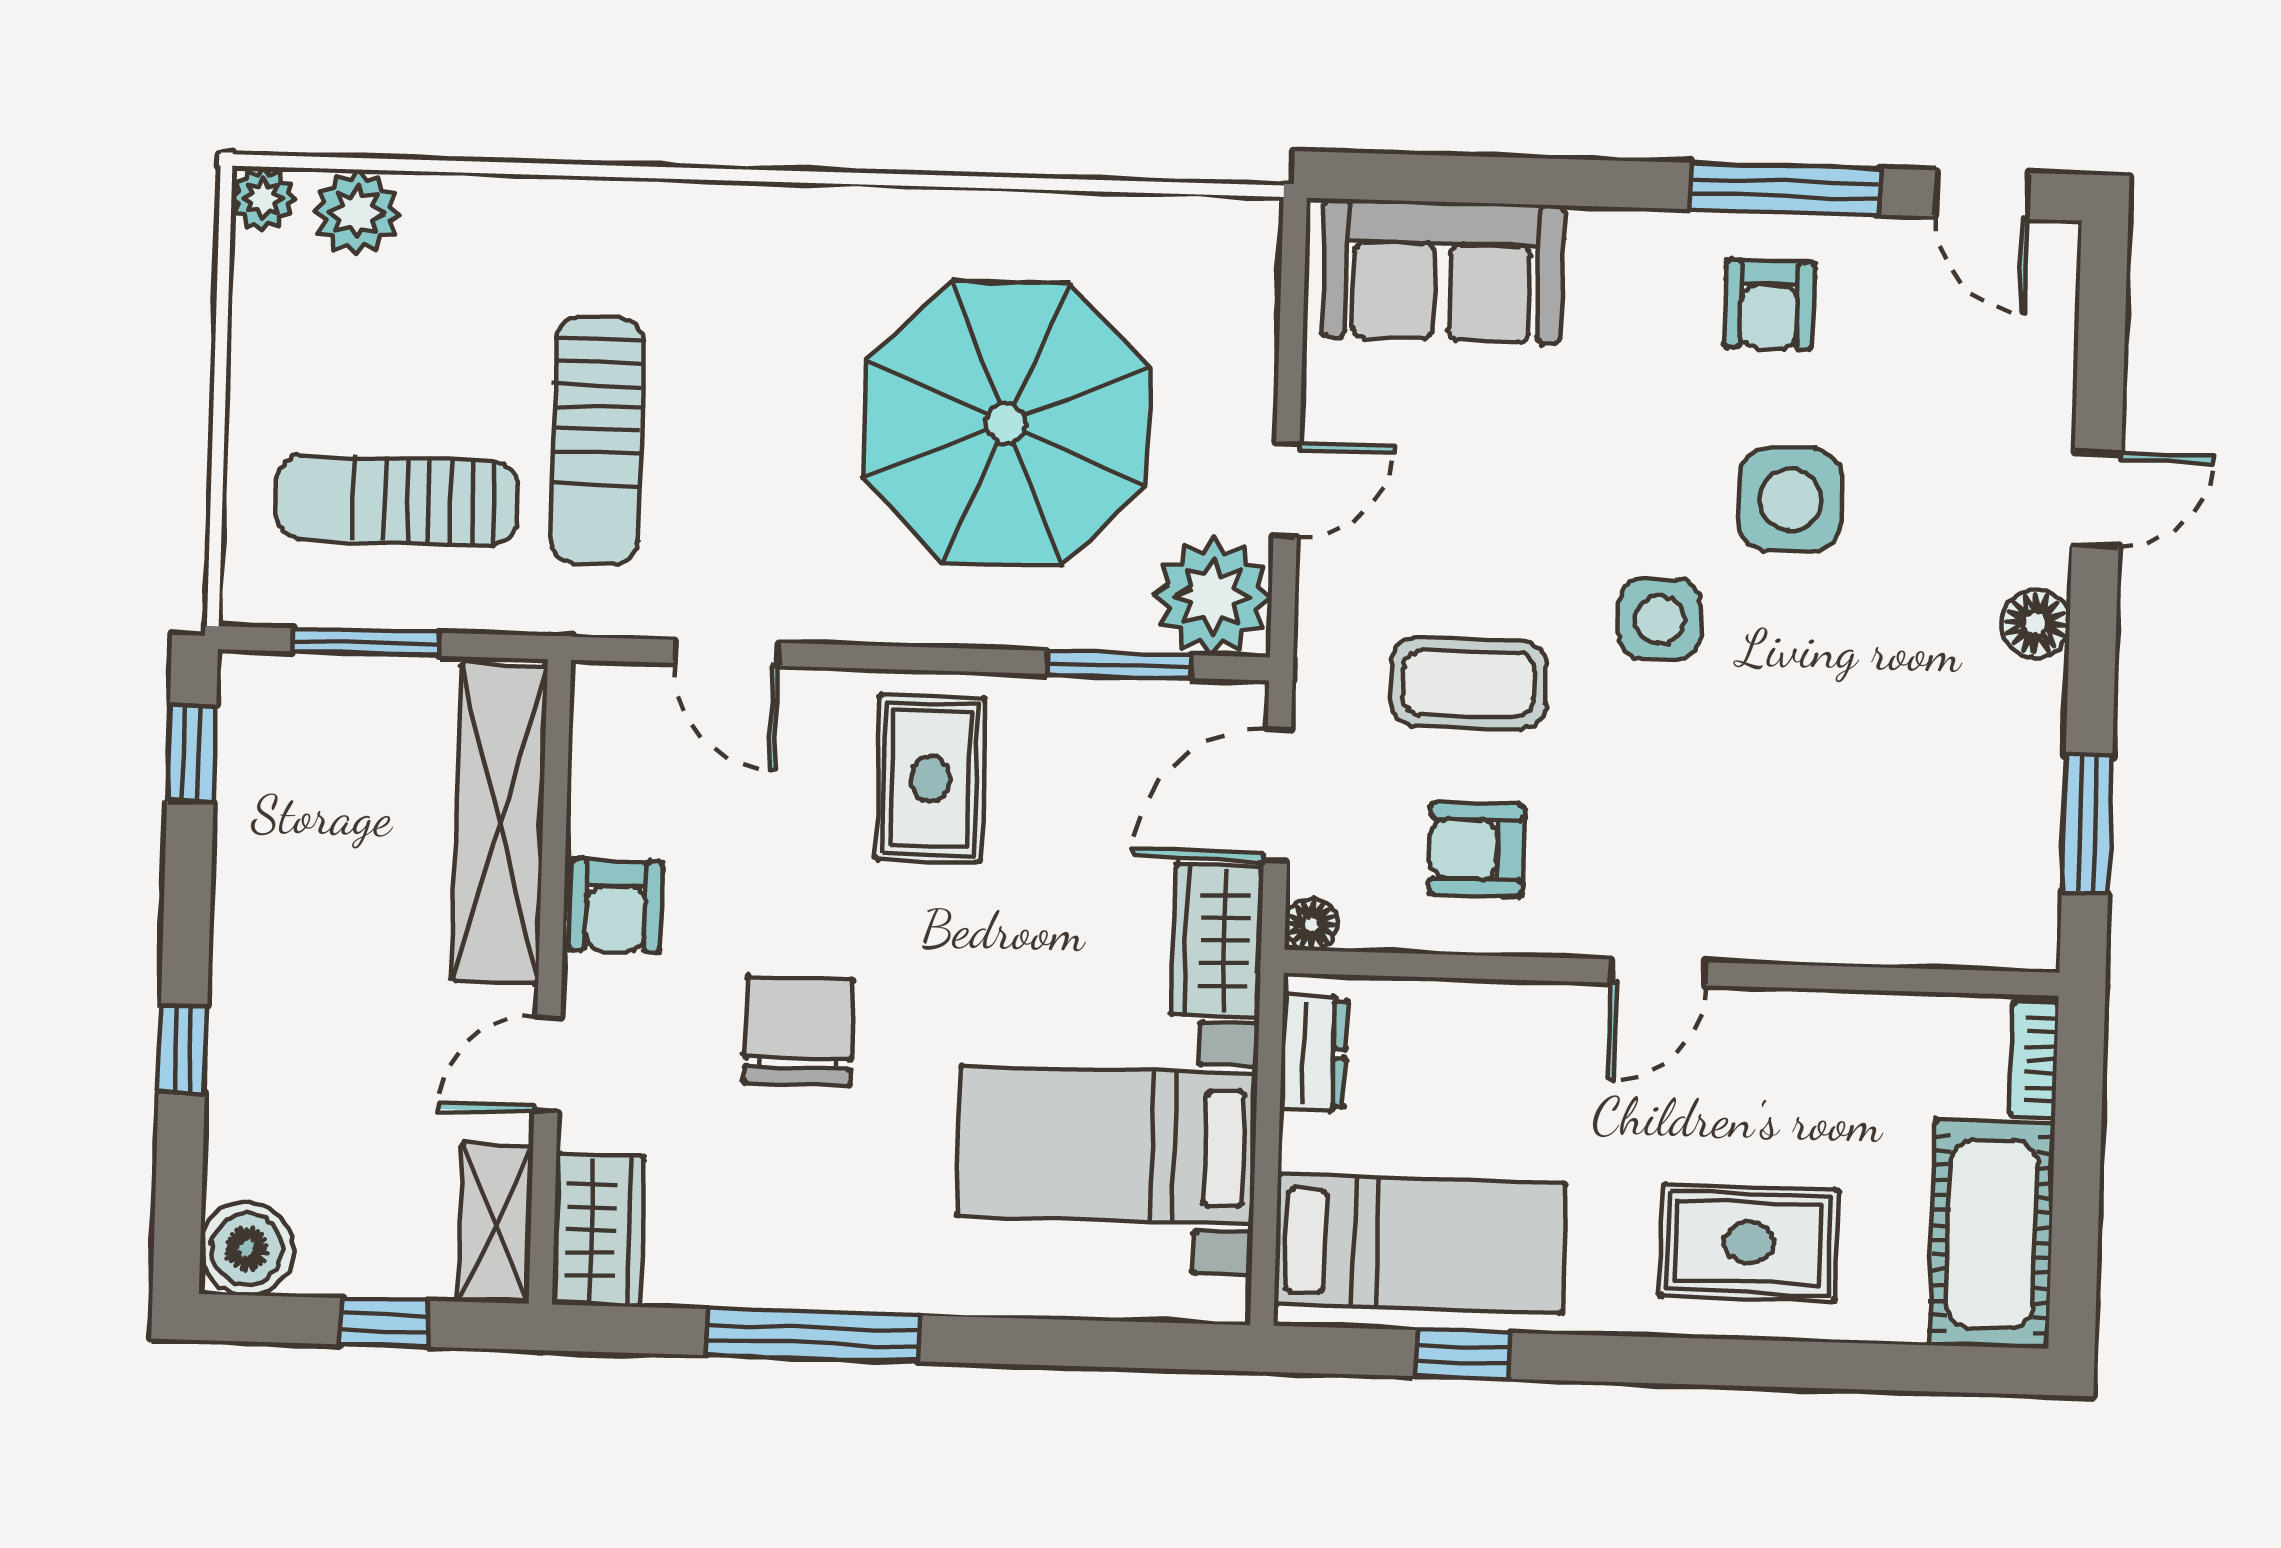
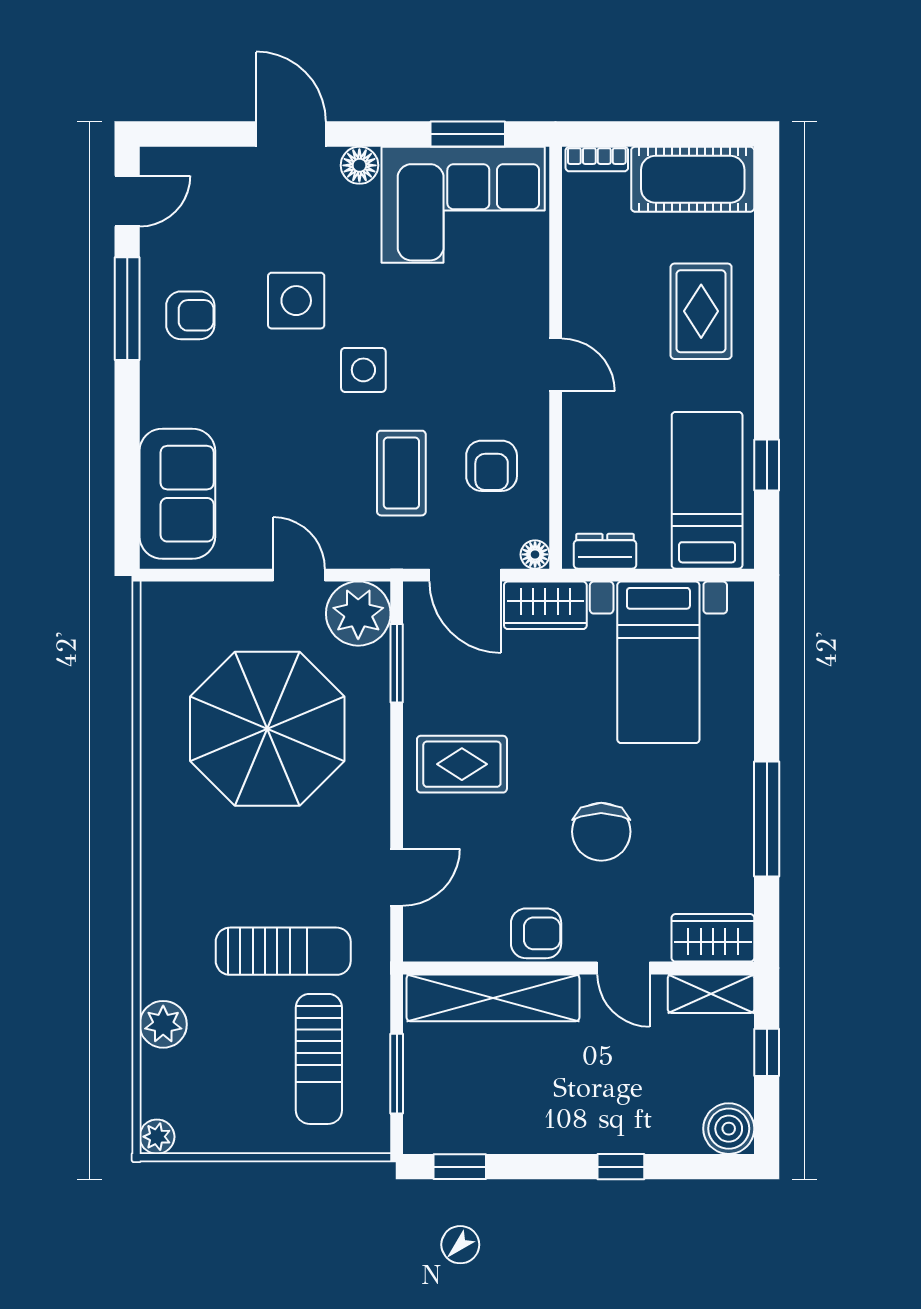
plant: (357, 213) -> (163, 1024), moved
door: (2097, 499) -> (291, 134), width x1.38
corner sofa: (1957, 811) -> (463, 205), added
chair: (799, 1031) -> (601, 832), turned -90

